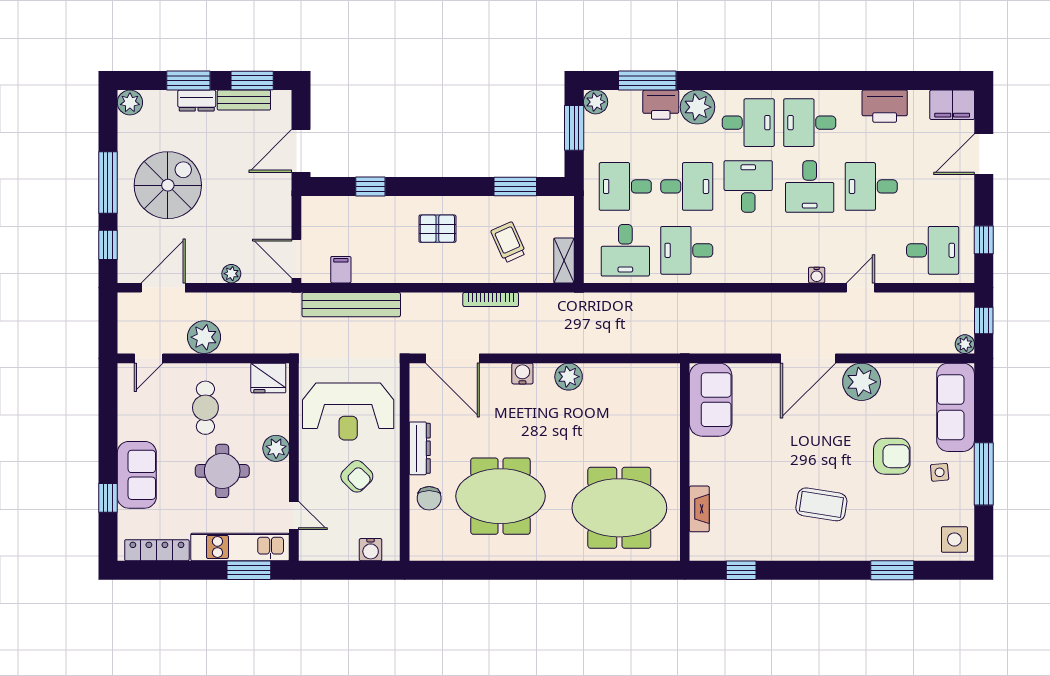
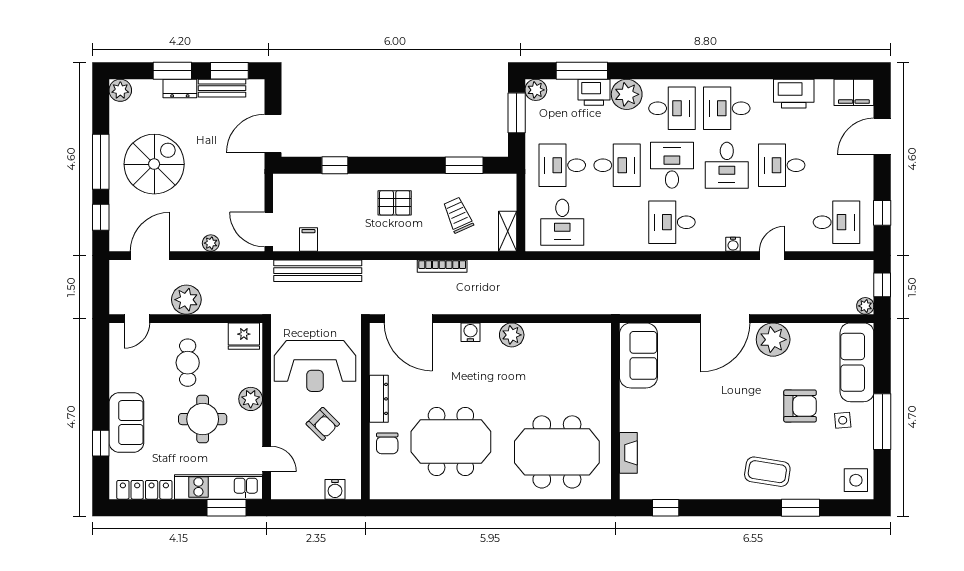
desk: (687, 250) -> (672, 222), moved
coffee table: (821, 504) -> (767, 472), moved

